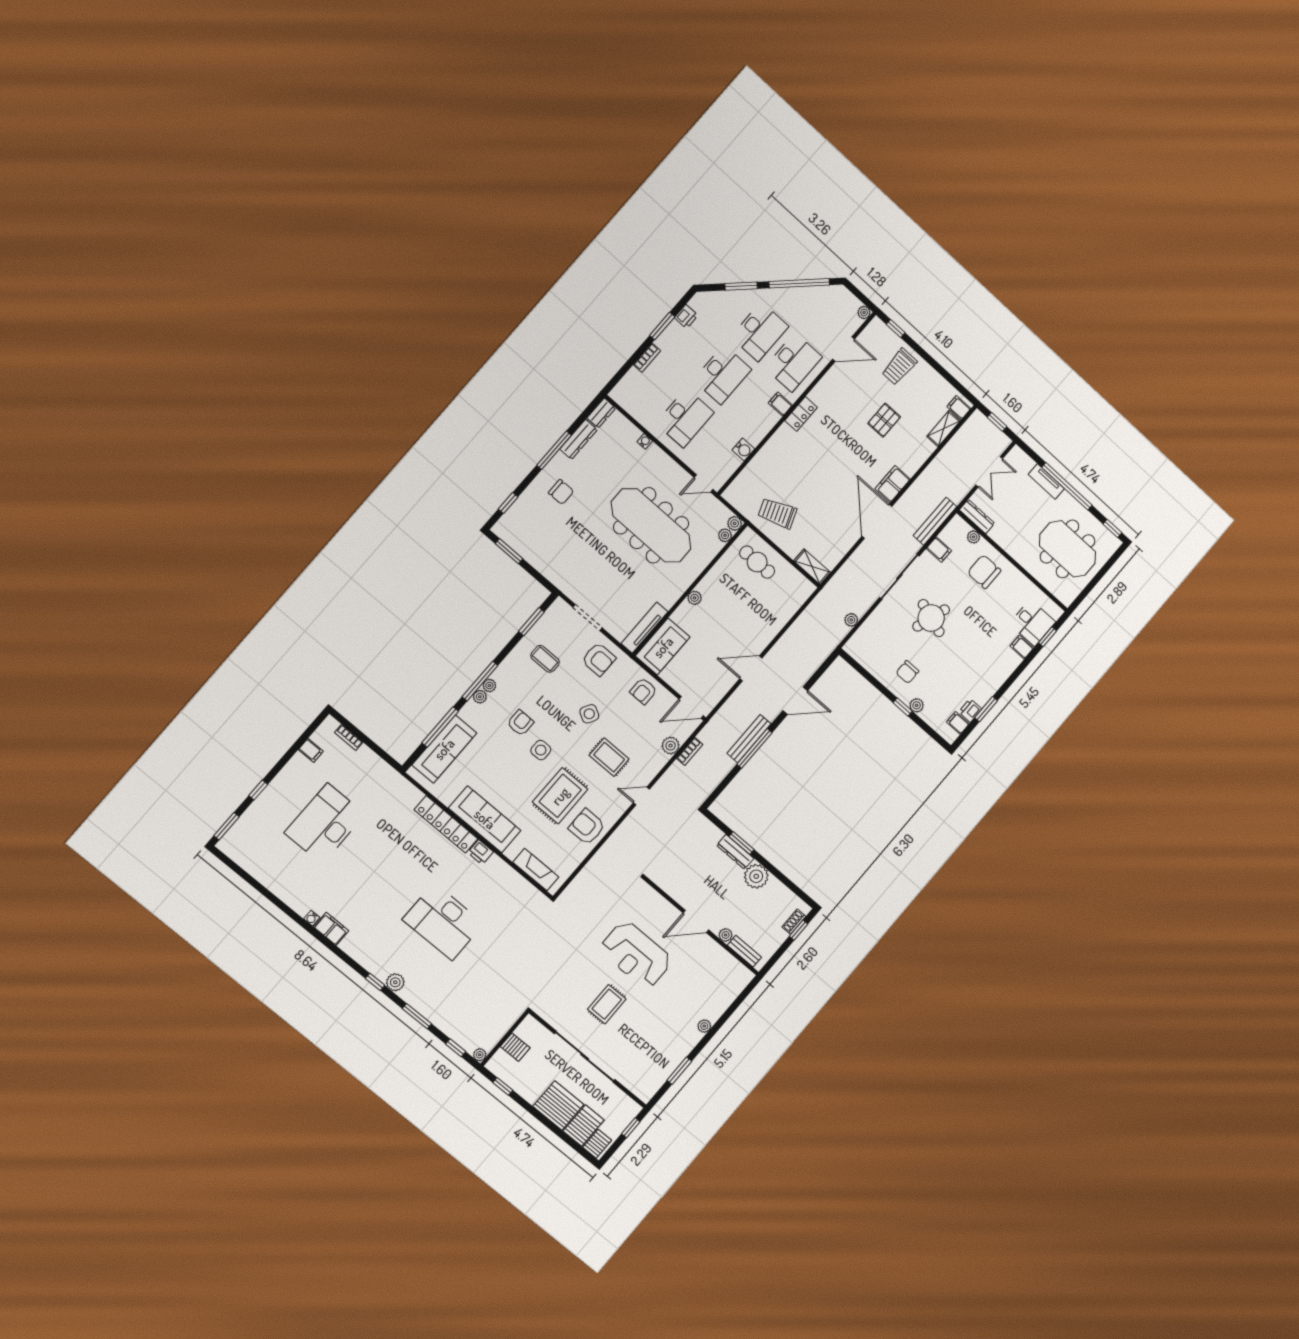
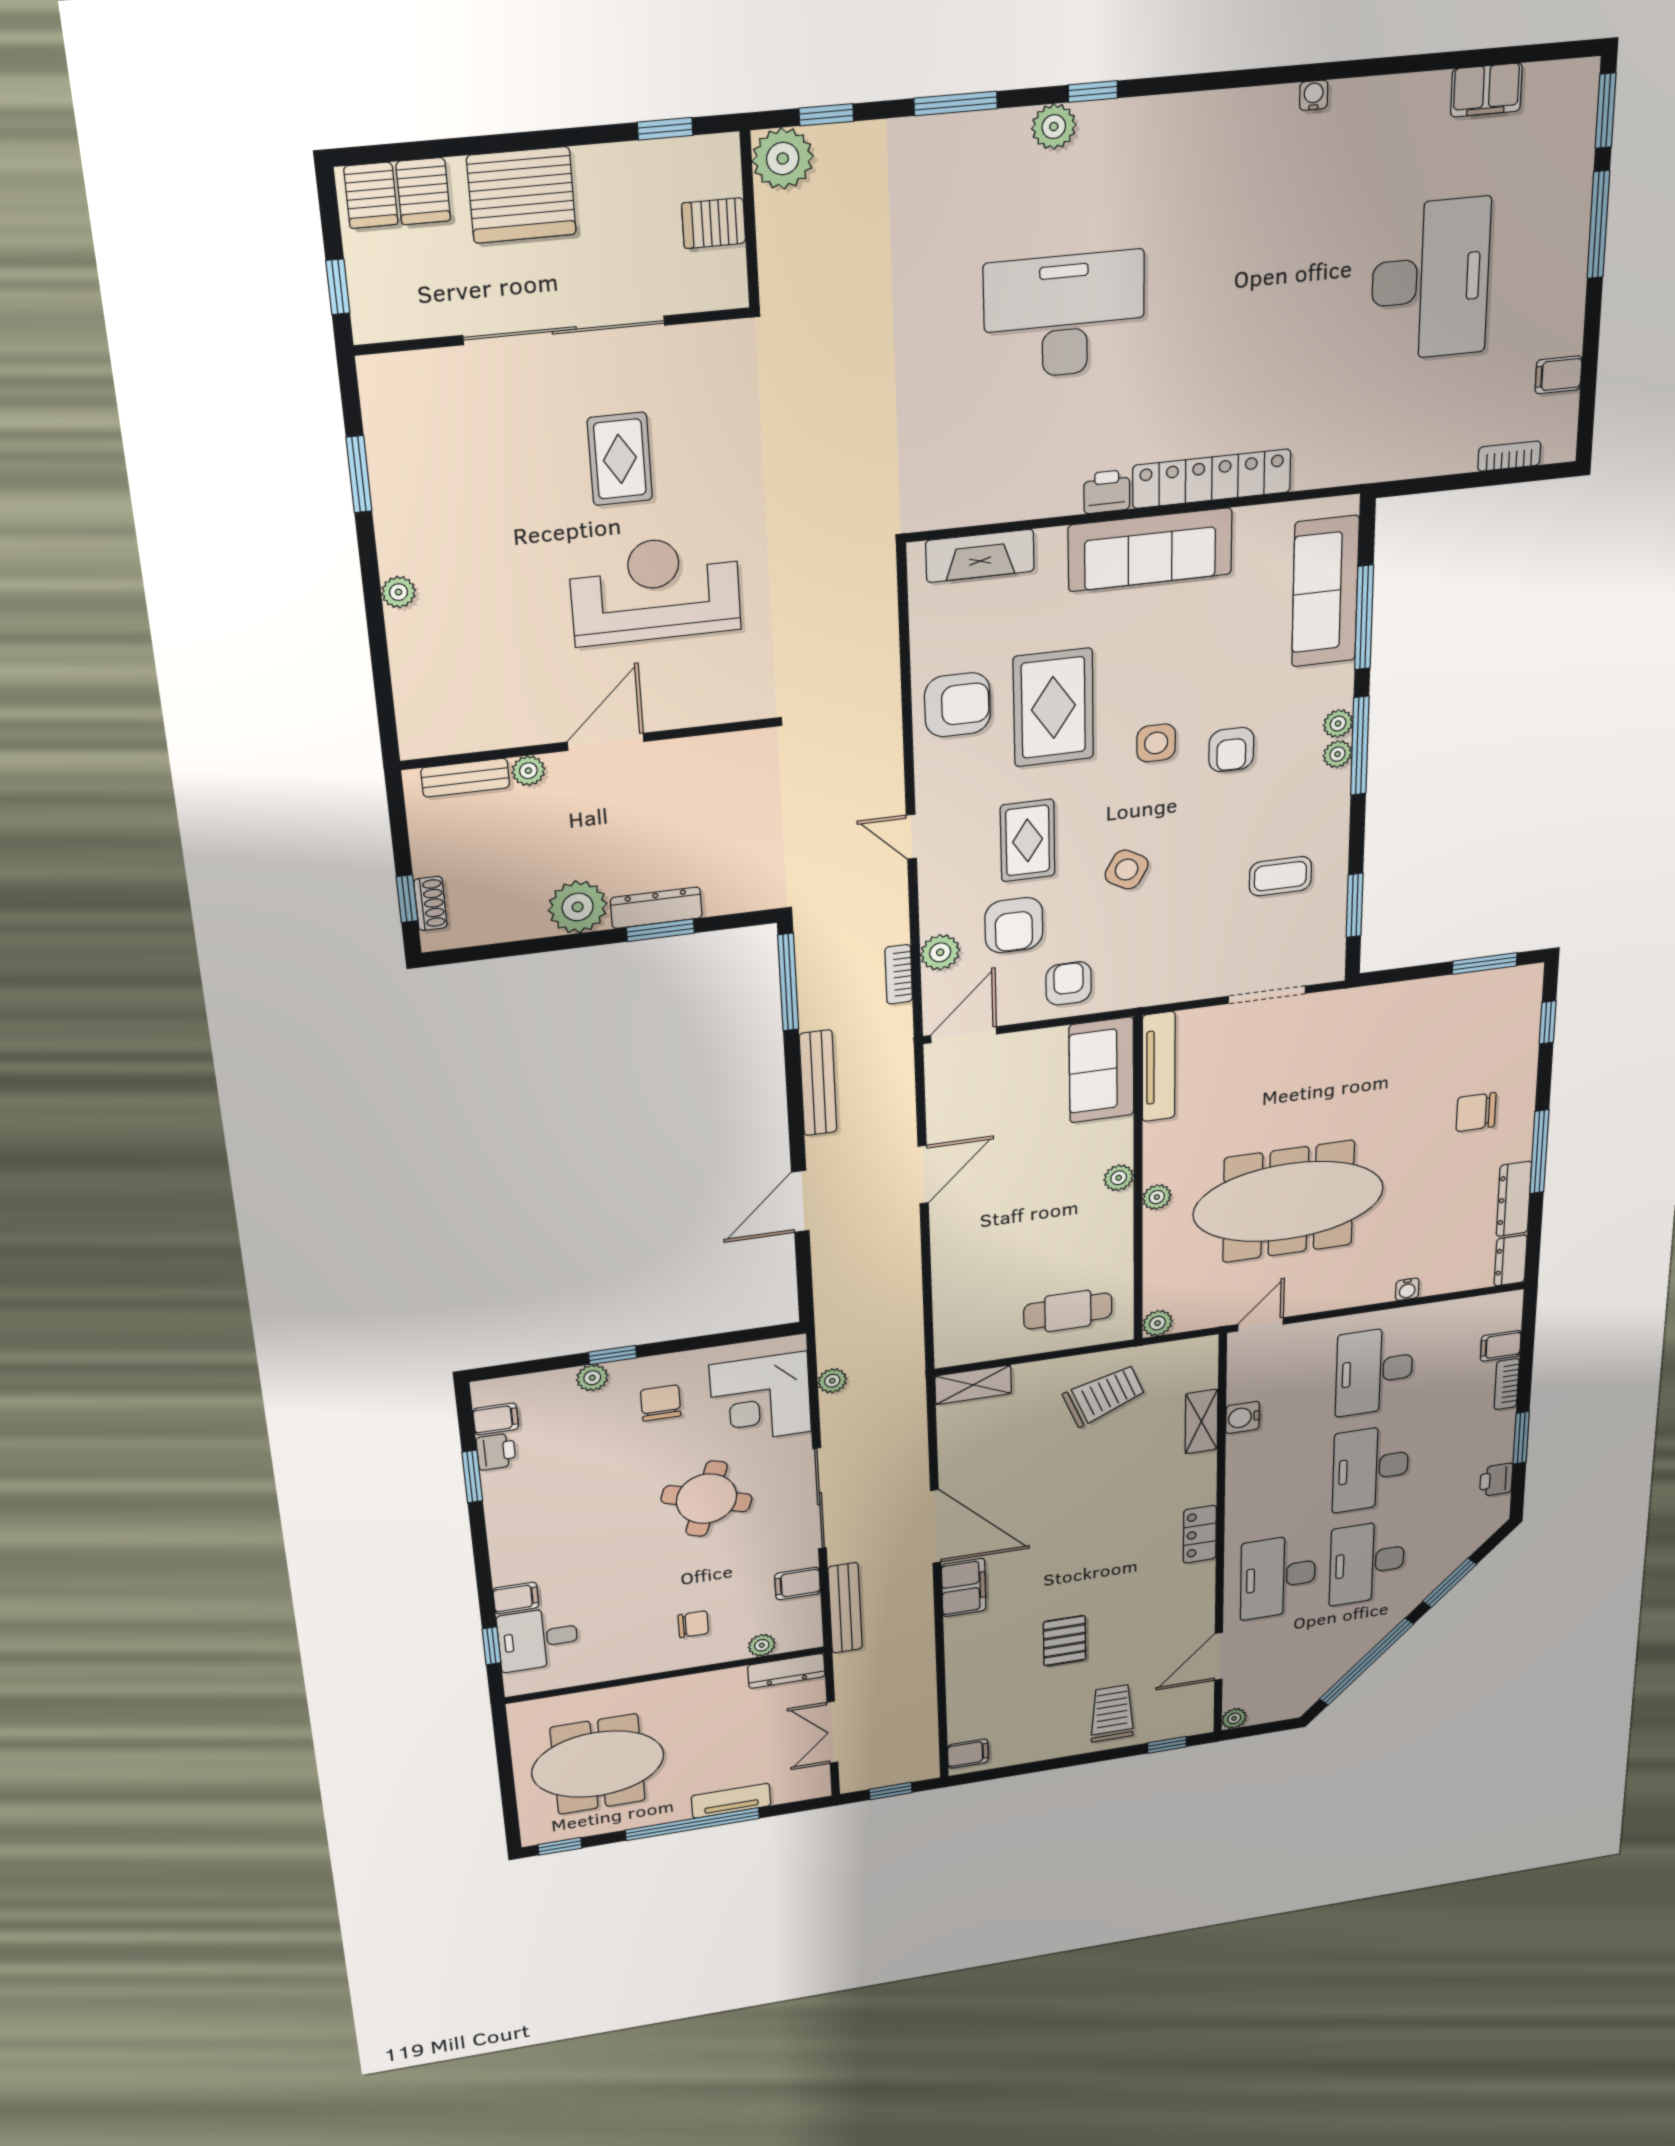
filing cabinet: (780, 404) -> (1501, 1346), moved, turned 180
shelving: (944, 429) -> (1201, 1422), moved
plant: (725, 535) -> (1157, 1197), moved
chair: (984, 572) -> (693, 1624), width x0.54, depth x0.54
corner desk: (878, 639) -> (761, 1398), added
armchair: (599, 659) -> (1014, 925), moved, turned -90
window: (754, 748) -> (788, 982), moved
rug: (609, 757) -> (1028, 840), turned 90
window: (258, 790) -> (1598, 225), width x2.17
door: (641, 796) -> (911, 837), swing flipped
filing cabinet: (331, 929) -> (1486, 90), moved
plant: (480, 1055) -> (783, 159), width x1.87, depth x1.87
server rack: (584, 1126) -> (423, 191), width x0.73, depth x0.70

